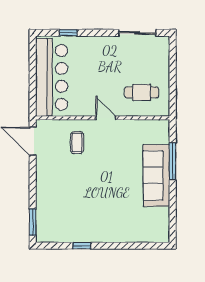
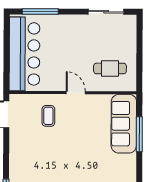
window: (68, 33) -> (40, 12), width x2.17
sofa: (156, 175) -> (124, 124), moved

